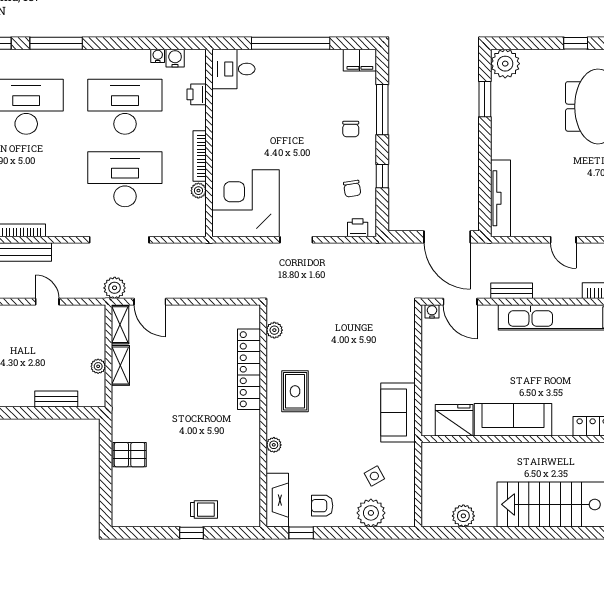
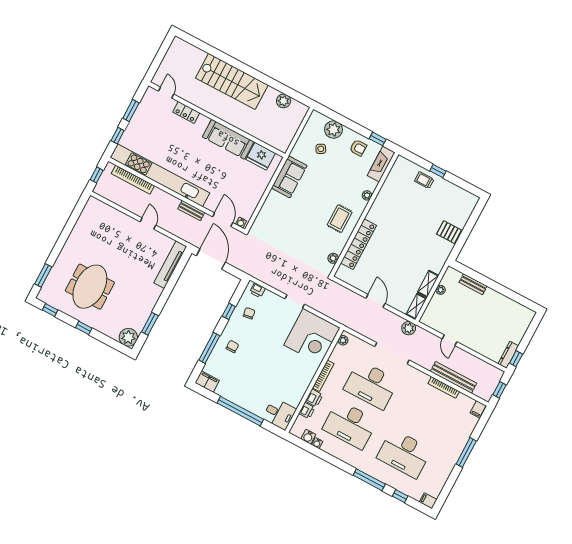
printer: (196, 118) -> (314, 398), added
plant: (198, 191) -> (343, 340), moved
door: (150, 302) -> (375, 301), moved

